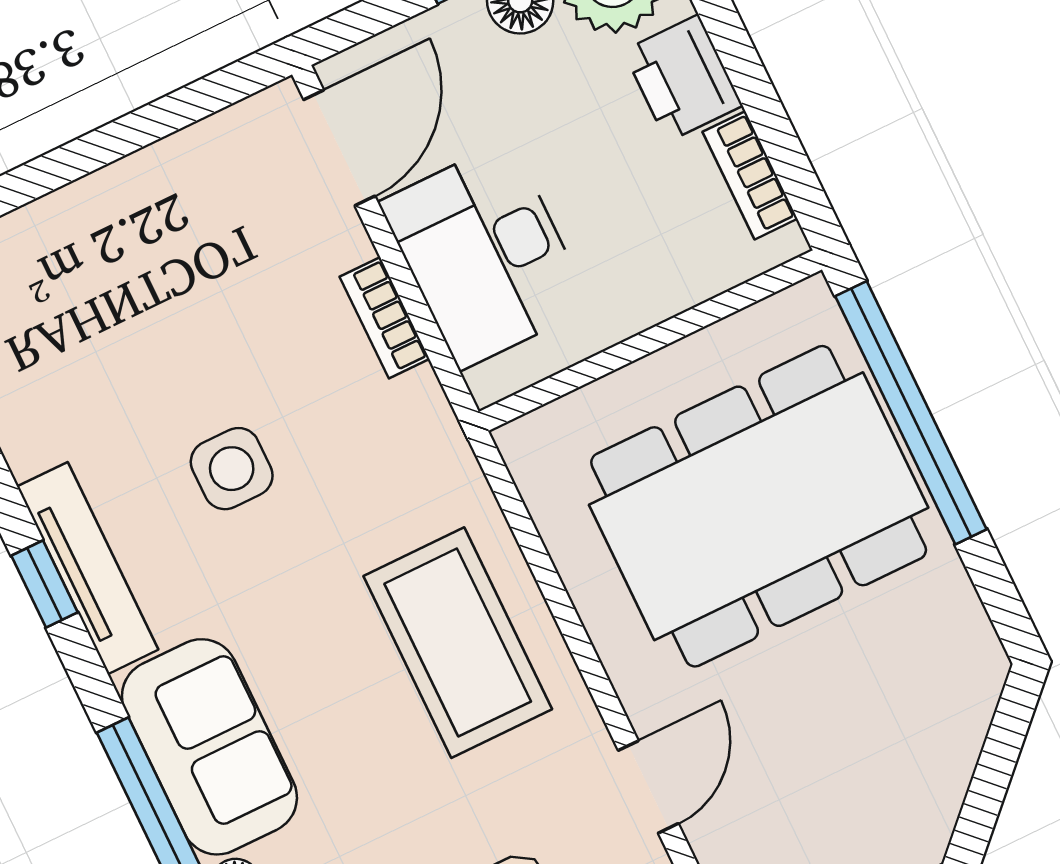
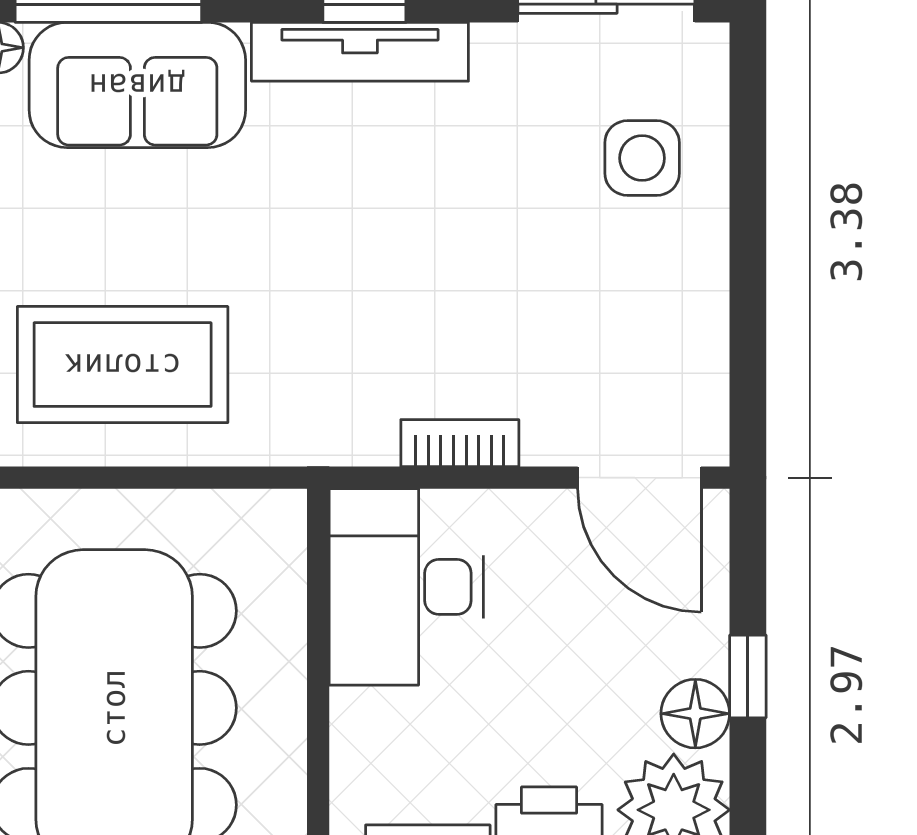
desk: (485, 255) -> (406, 587), moved, turned -90
side table: (232, 469) -> (642, 158), moved

